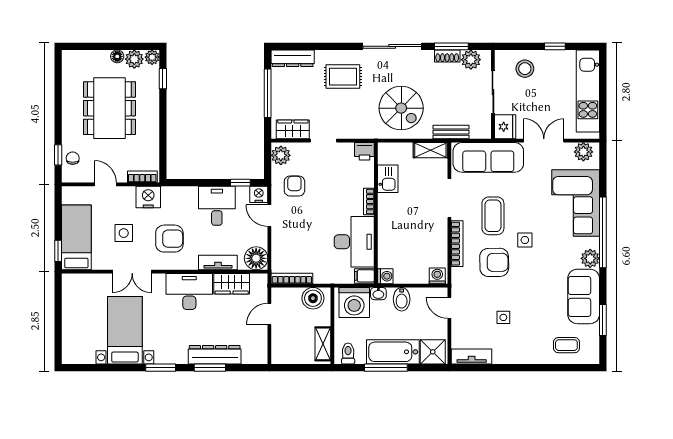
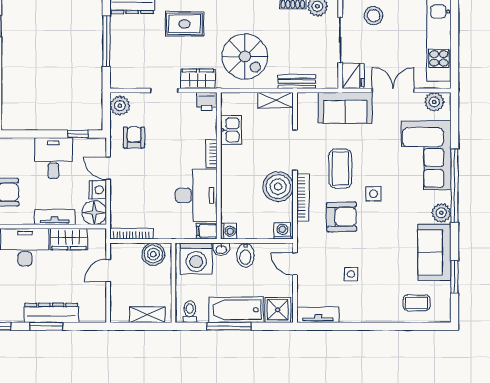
wardrobe: (293, 129) -> (198, 79), moved
sofa: (488, 157) -> (345, 108), width x0.73
nightstand: (259, 194) -> (98, 190), moved, turned 90
boiler: (433, 233) -> (278, 187), added
shelving: (323, 344) -> (147, 315), moved, turned 90

